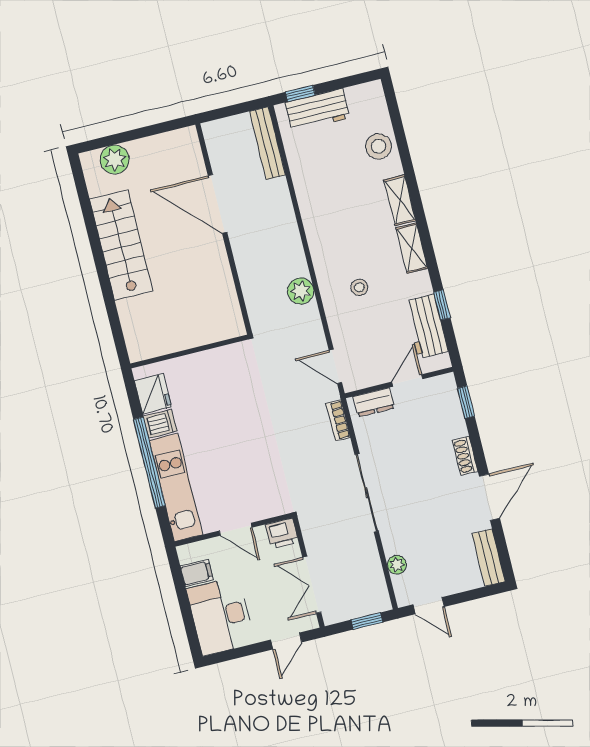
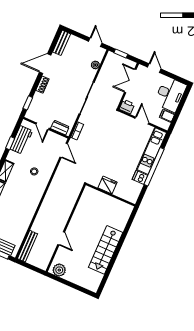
plant: (115, 160) -> (59, 270), moved
door: (218, 204) -> (61, 238), width x0.53
plant: (301, 291) -> (56, 186), removed
door: (407, 380) -> (42, 126), hinge flipped
fridge: (153, 394) -> (108, 185), moved, turned 90
double door: (312, 585) -> (130, 81), swing flipped
door: (286, 641) -> (154, 68), hinge flipped

